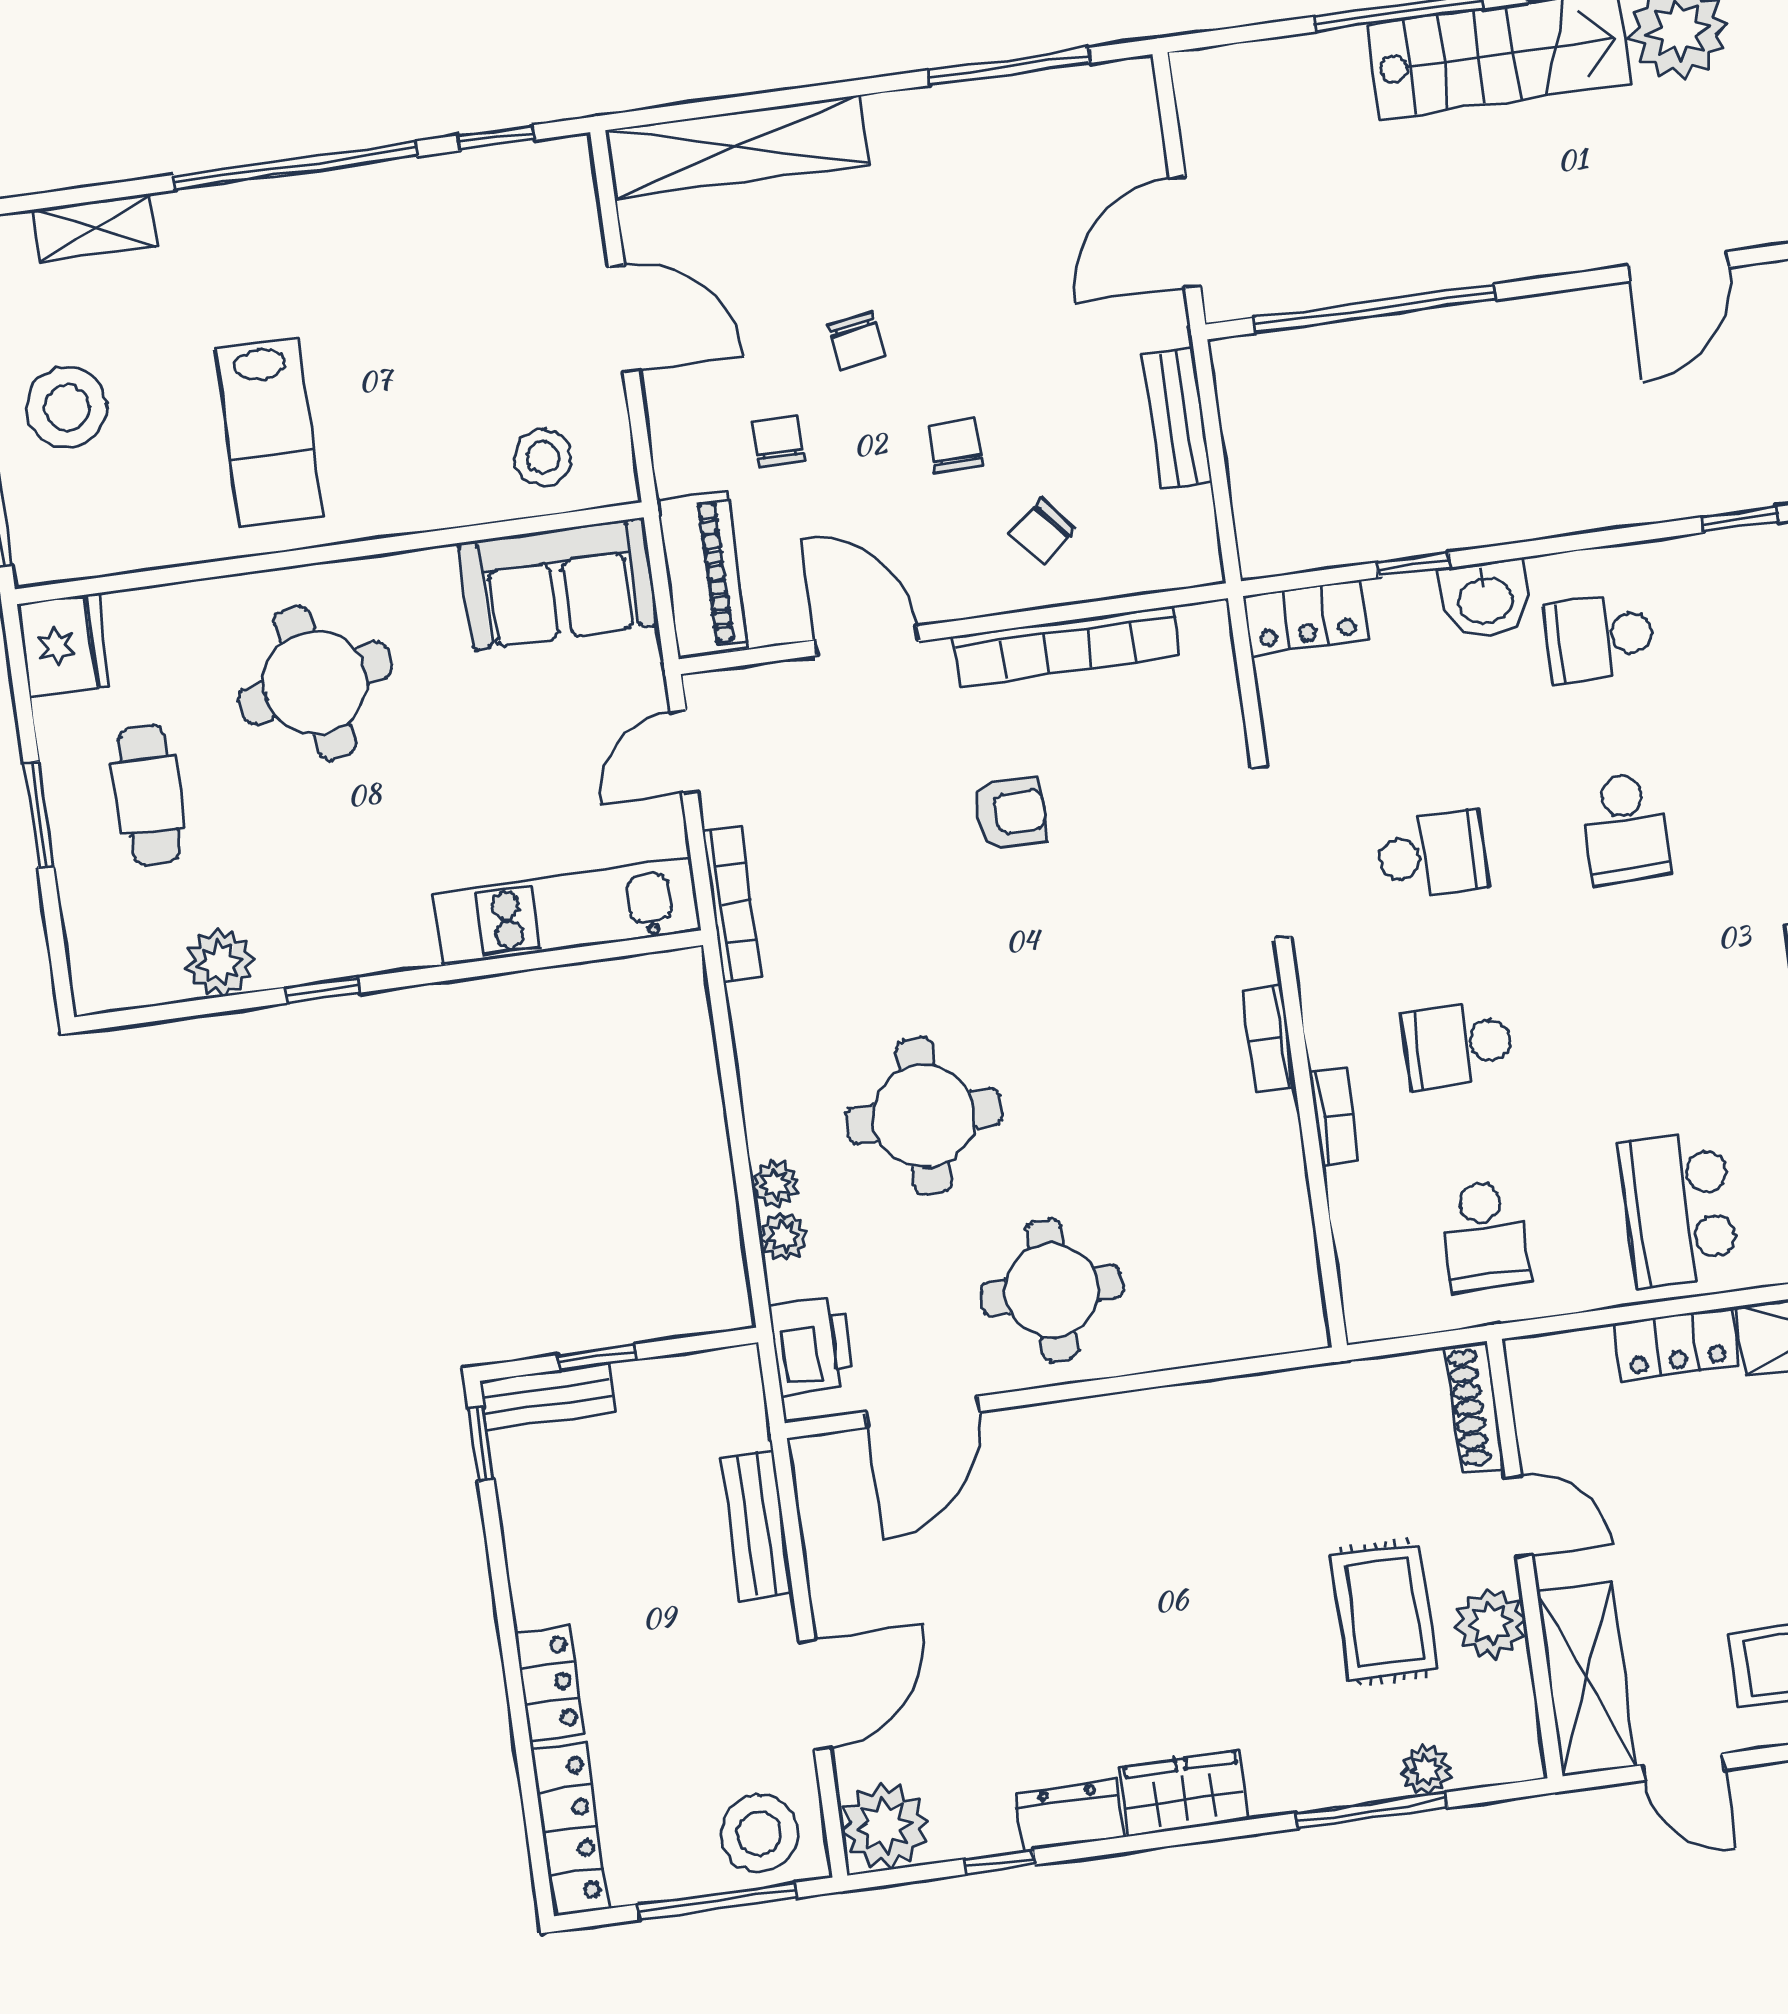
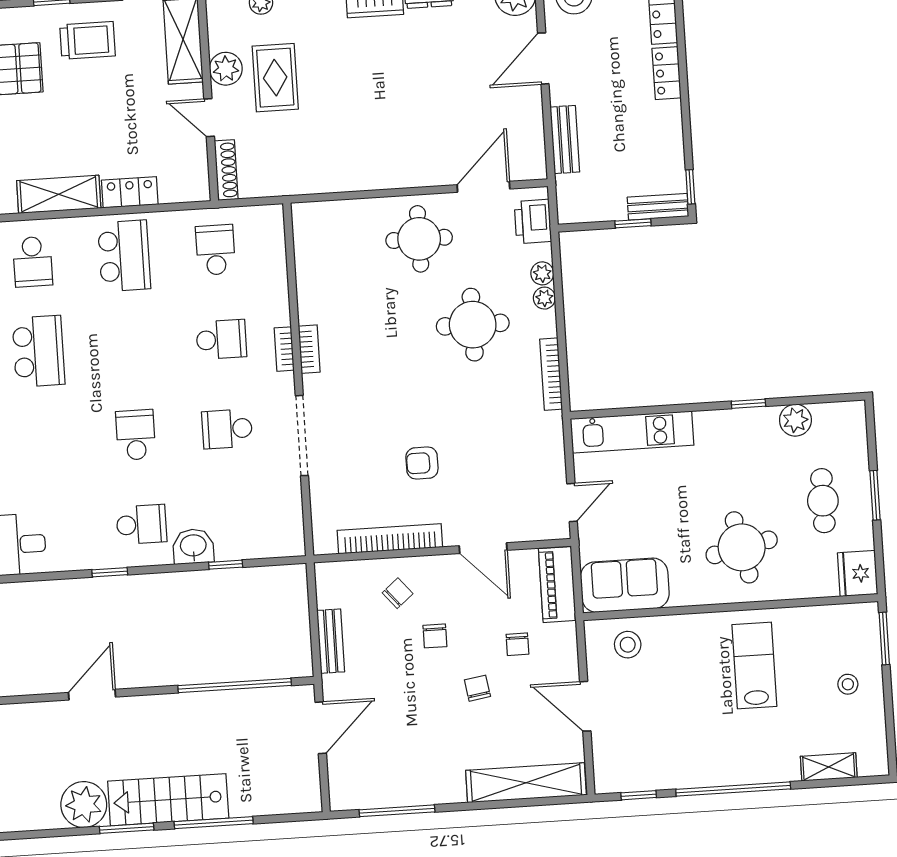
stool: (67, 407) -> (848, 684), width x0.53, depth x0.53
window: (1740, 520) -> (110, 572), moved
locker: (1306, 618) -> (278, 544), removed
bookcase: (732, 904) -> (551, 374), moved
bookcase: (1334, 1117) -> (284, 349), moved

